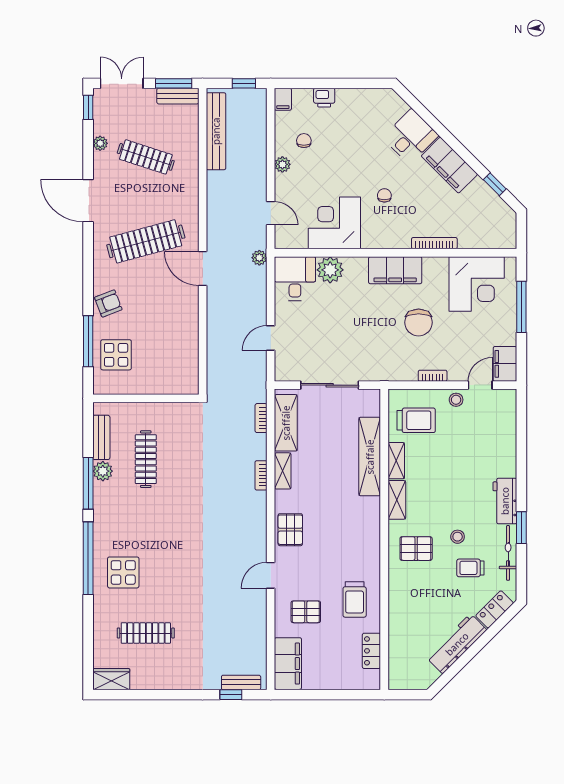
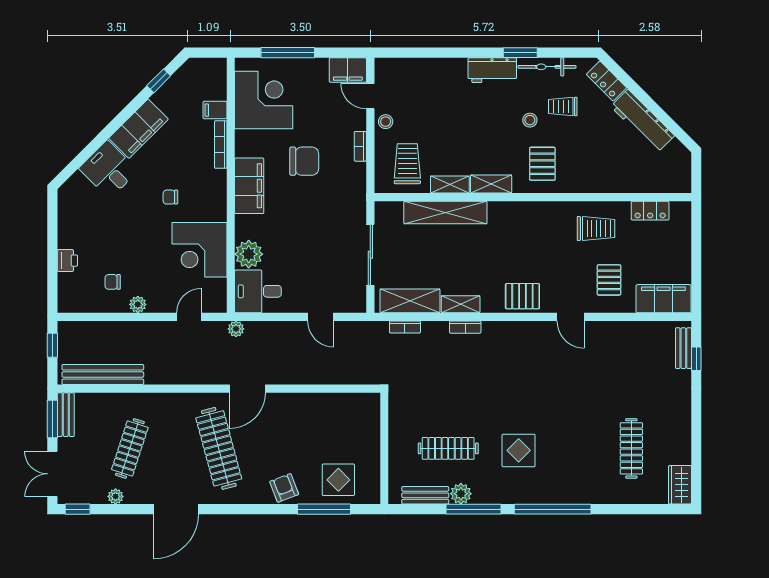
filing cabinet: (283, 99) -> (215, 110), moved, turned 180
trolley: (470, 568) -> (563, 107), turned 90
display table: (123, 572) -> (519, 450), moved

